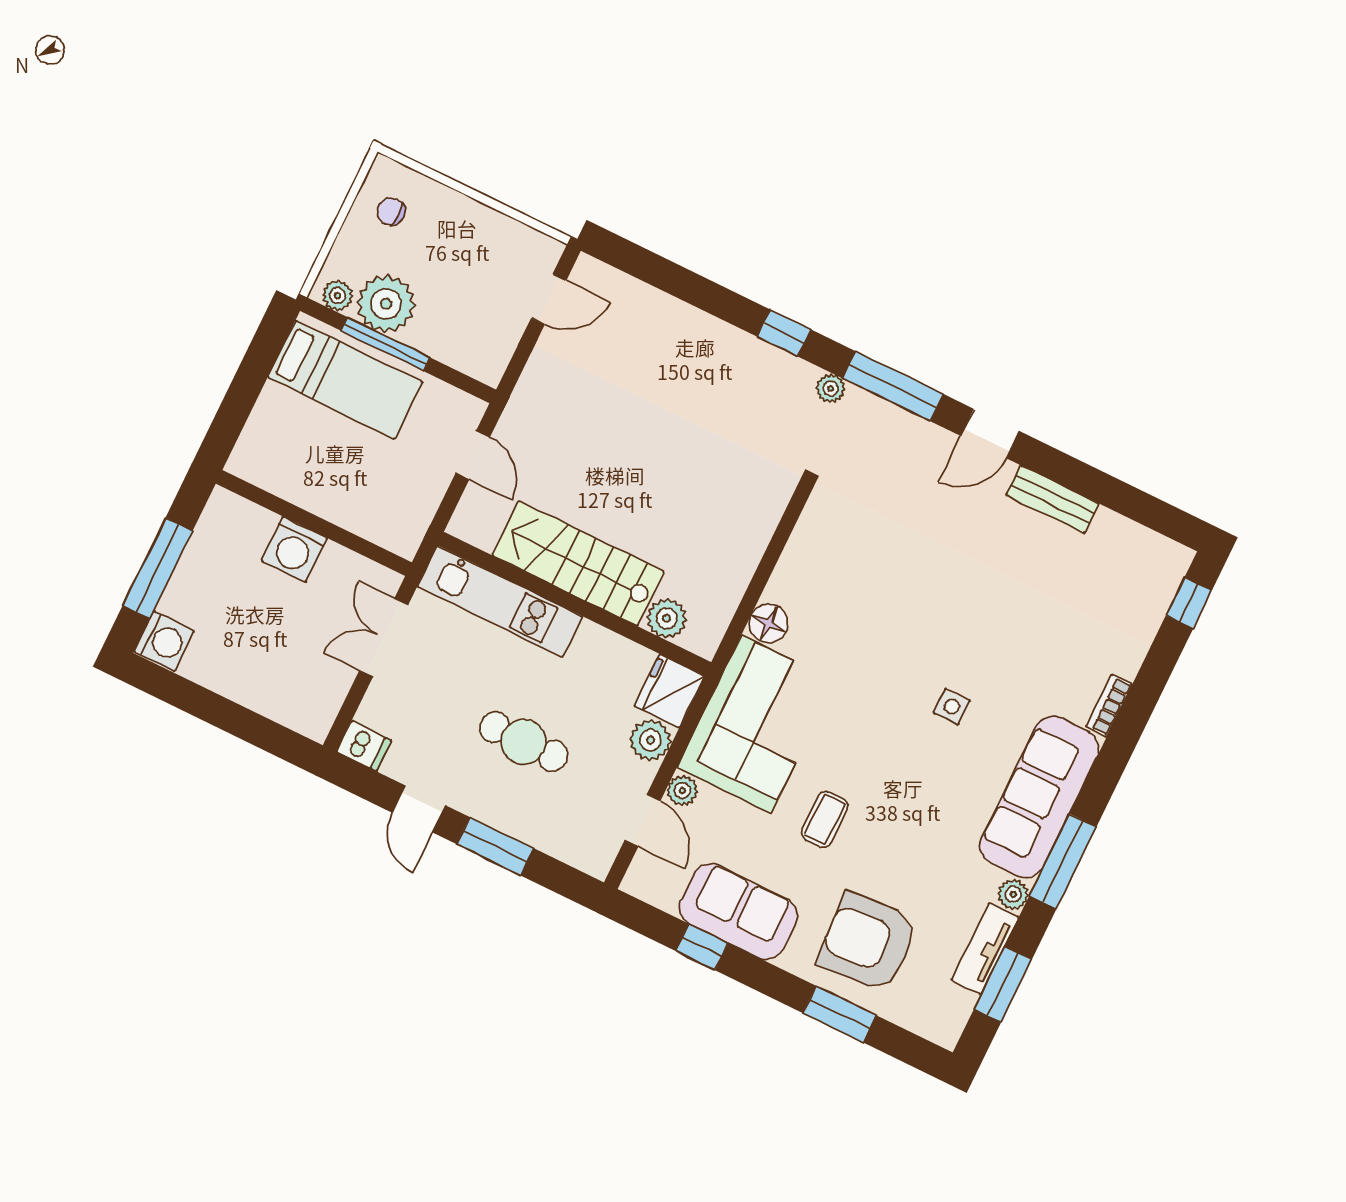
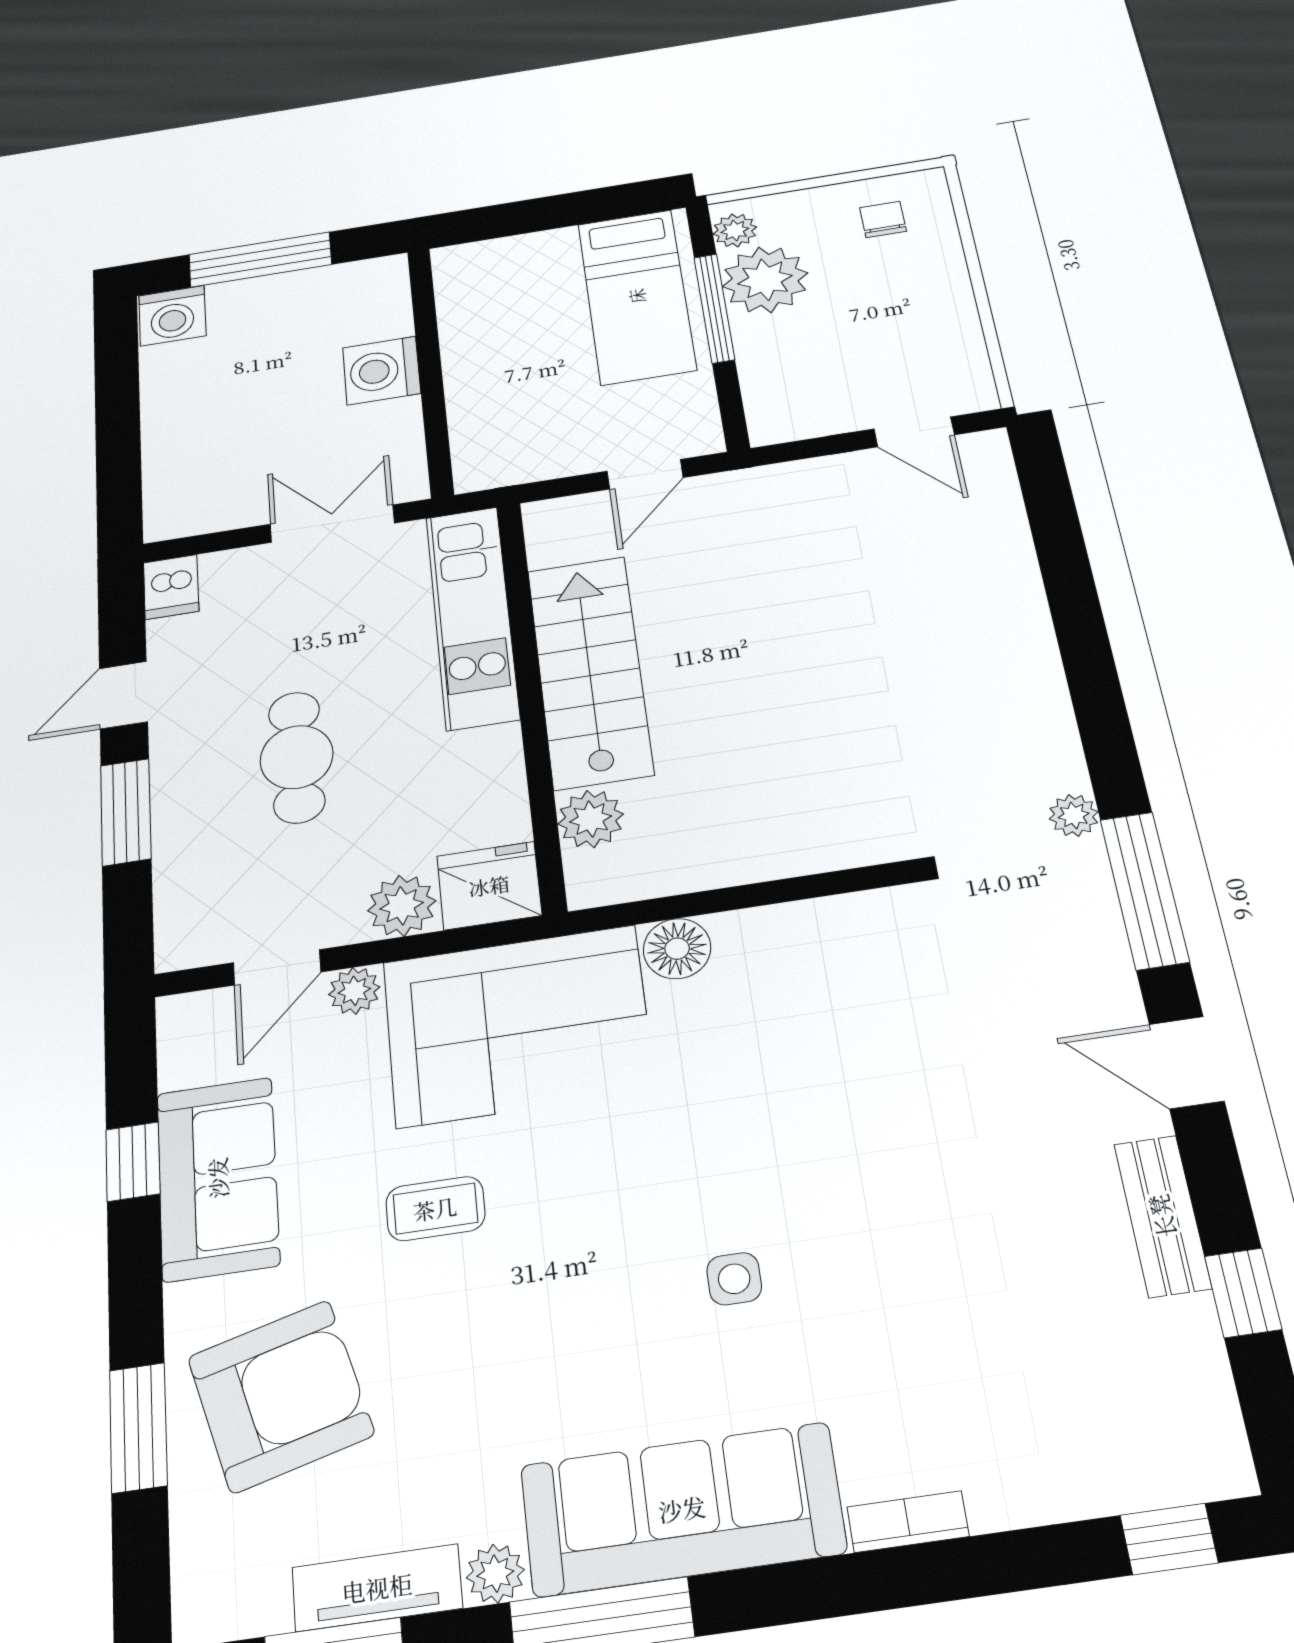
window: (784, 333) -> (1243, 1293), moved
armchair: (868, 942) -> (281, 1396), turned 79

